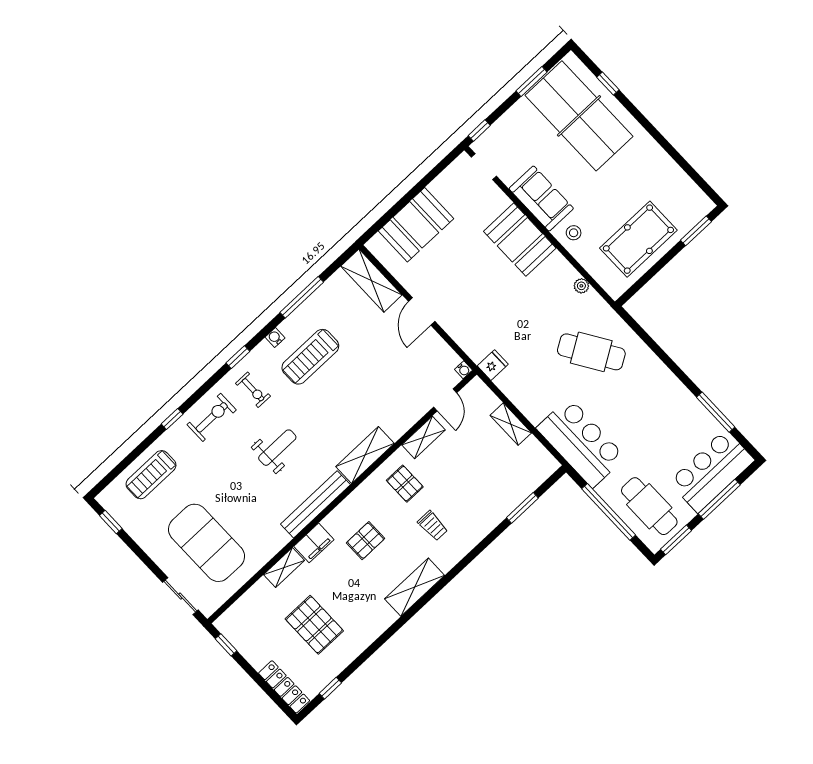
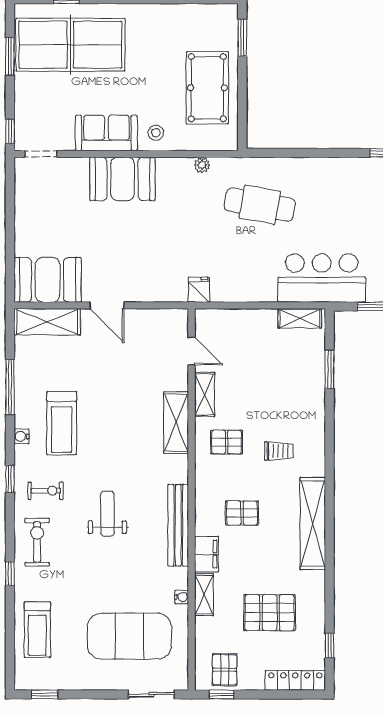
booth: (416, 225) -> (48, 280), moved, turned 90
cafe table: (591, 352) -> (260, 205), turned 42
water cooler: (464, 370) -> (182, 597), moved
shelving: (511, 424) -> (300, 318), moved
shelving: (365, 455) -> (176, 423), moved
pallet: (366, 541) -> (242, 513), turned 90
shelving: (415, 587) -> (313, 524), width x1.47
pallet: (245, 631) -> (225, 670), added

